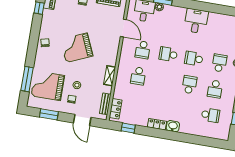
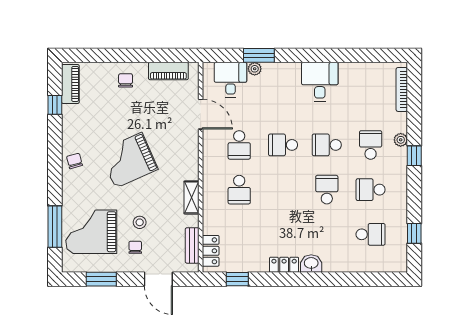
school desk: (215, 89) -> (371, 190), turned 90

